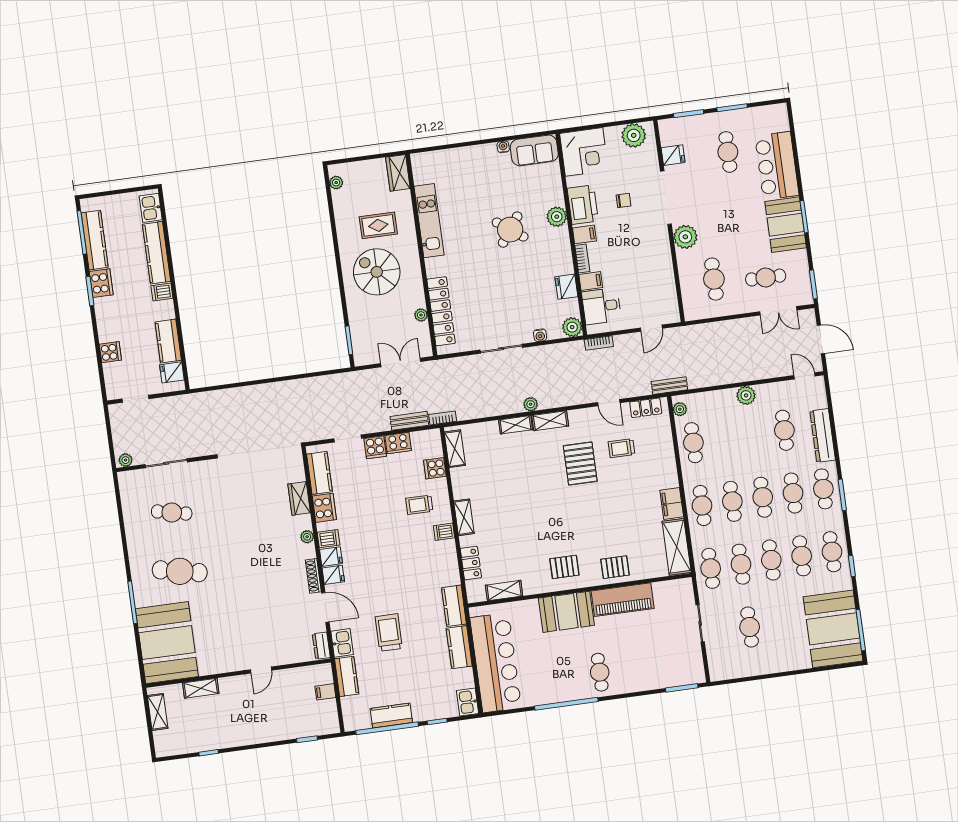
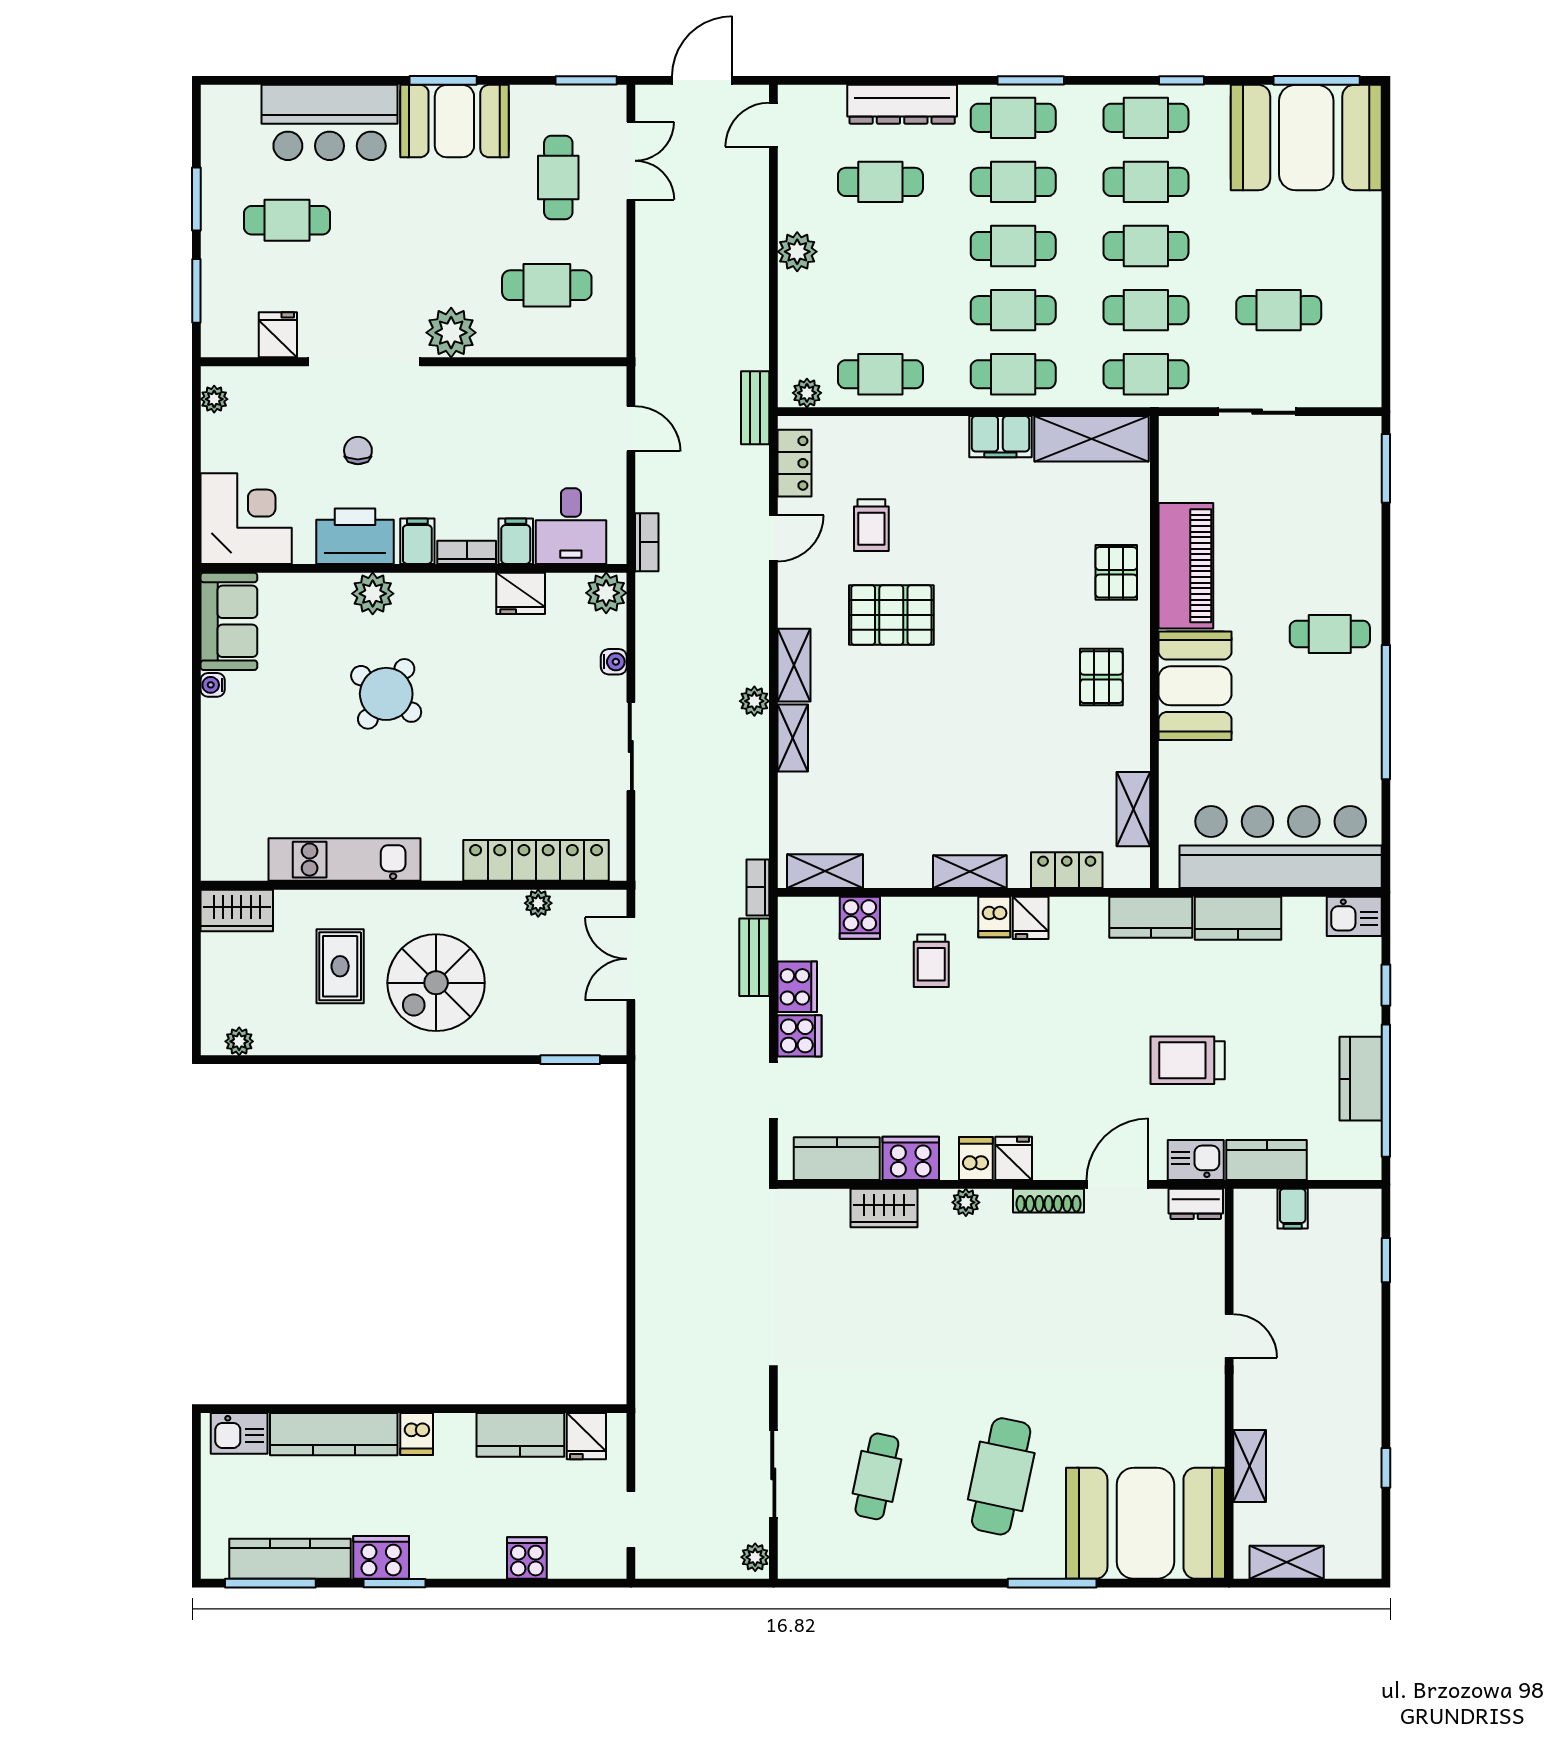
plant: (634, 135) -> (214, 399), width x0.53, depth x0.53
fridge: (333, 575) -> (1031, 918), moved, turned 180

